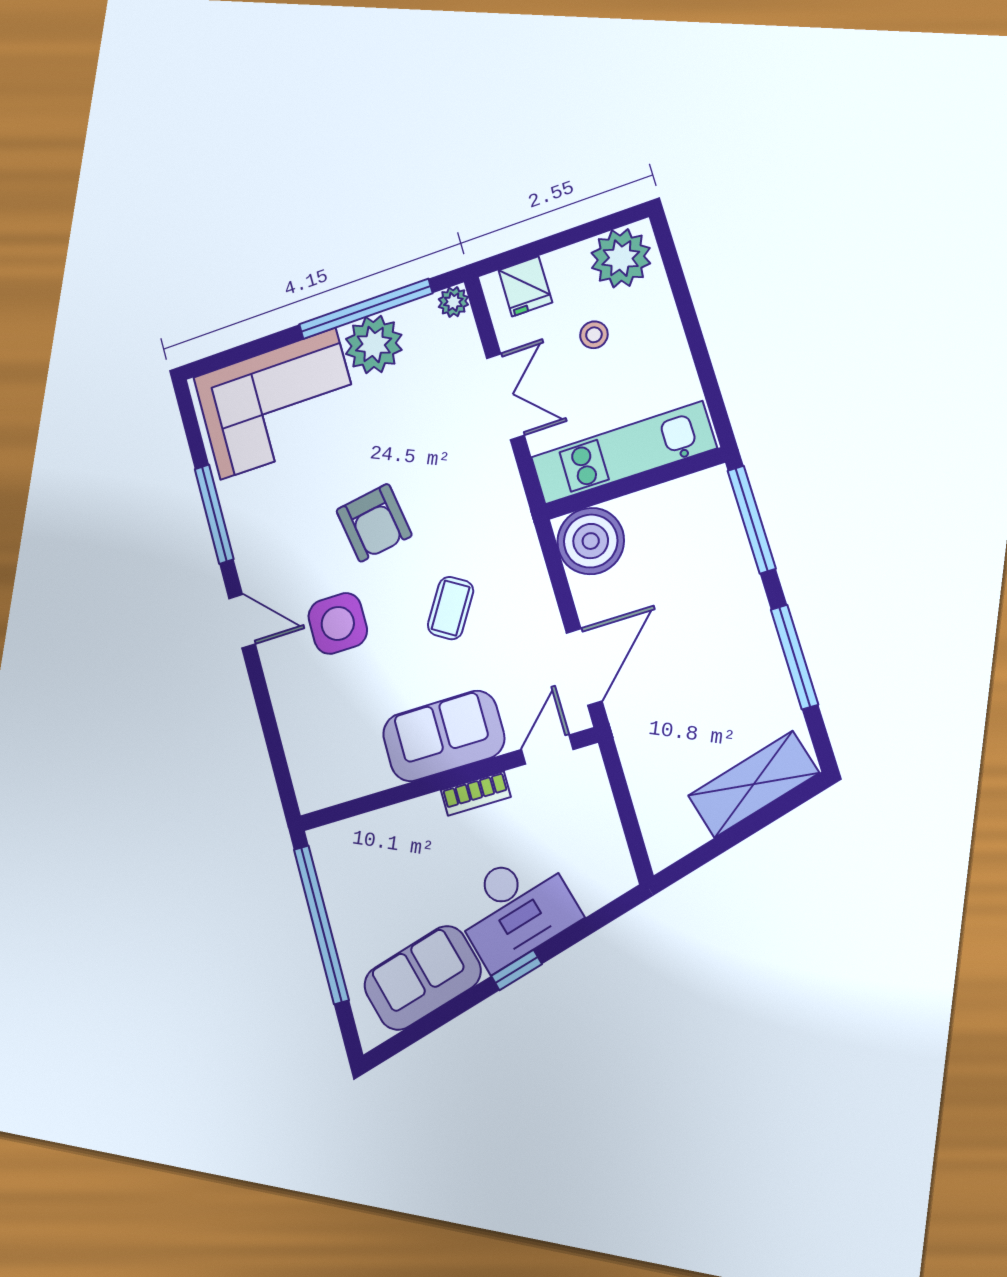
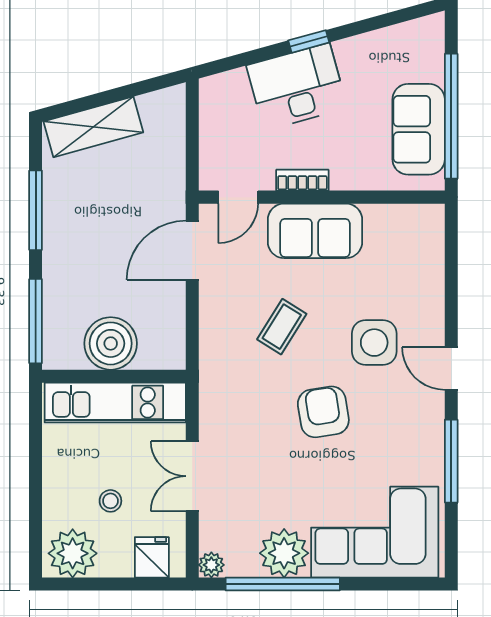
boiler: (591, 541) -> (111, 343), moved
sofa: (422, 978) -> (419, 129), moved, turned 105

